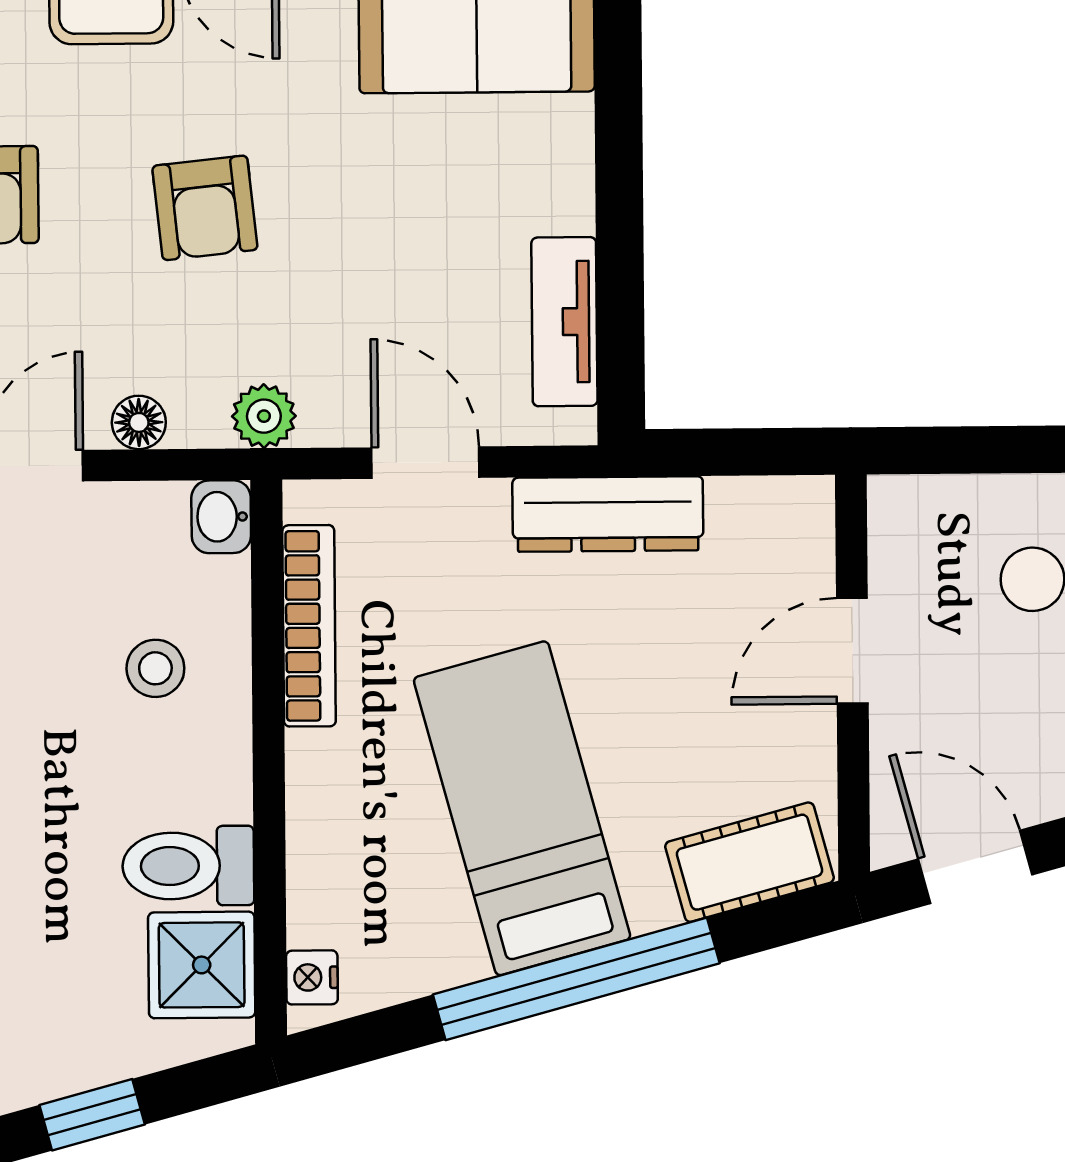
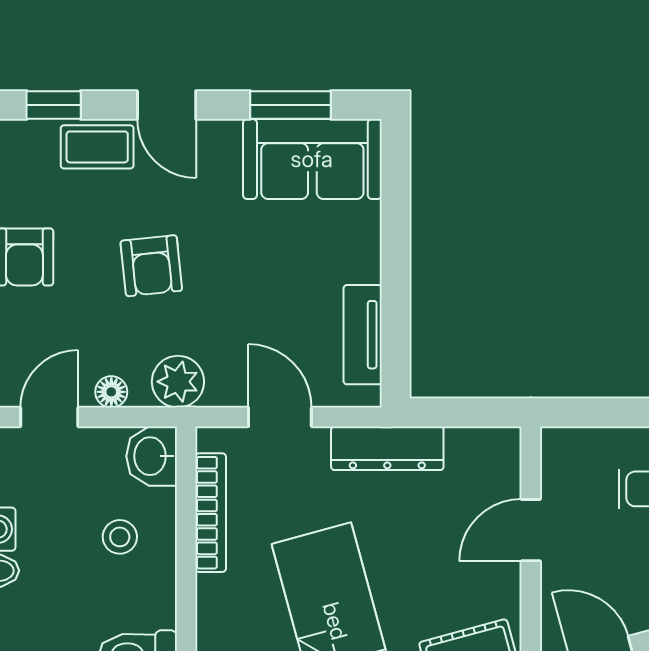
plant: (264, 416) -> (178, 382), width x1.38, depth x1.38
washbasin: (221, 517) -> (152, 456), width x1.38, depth x1.45

